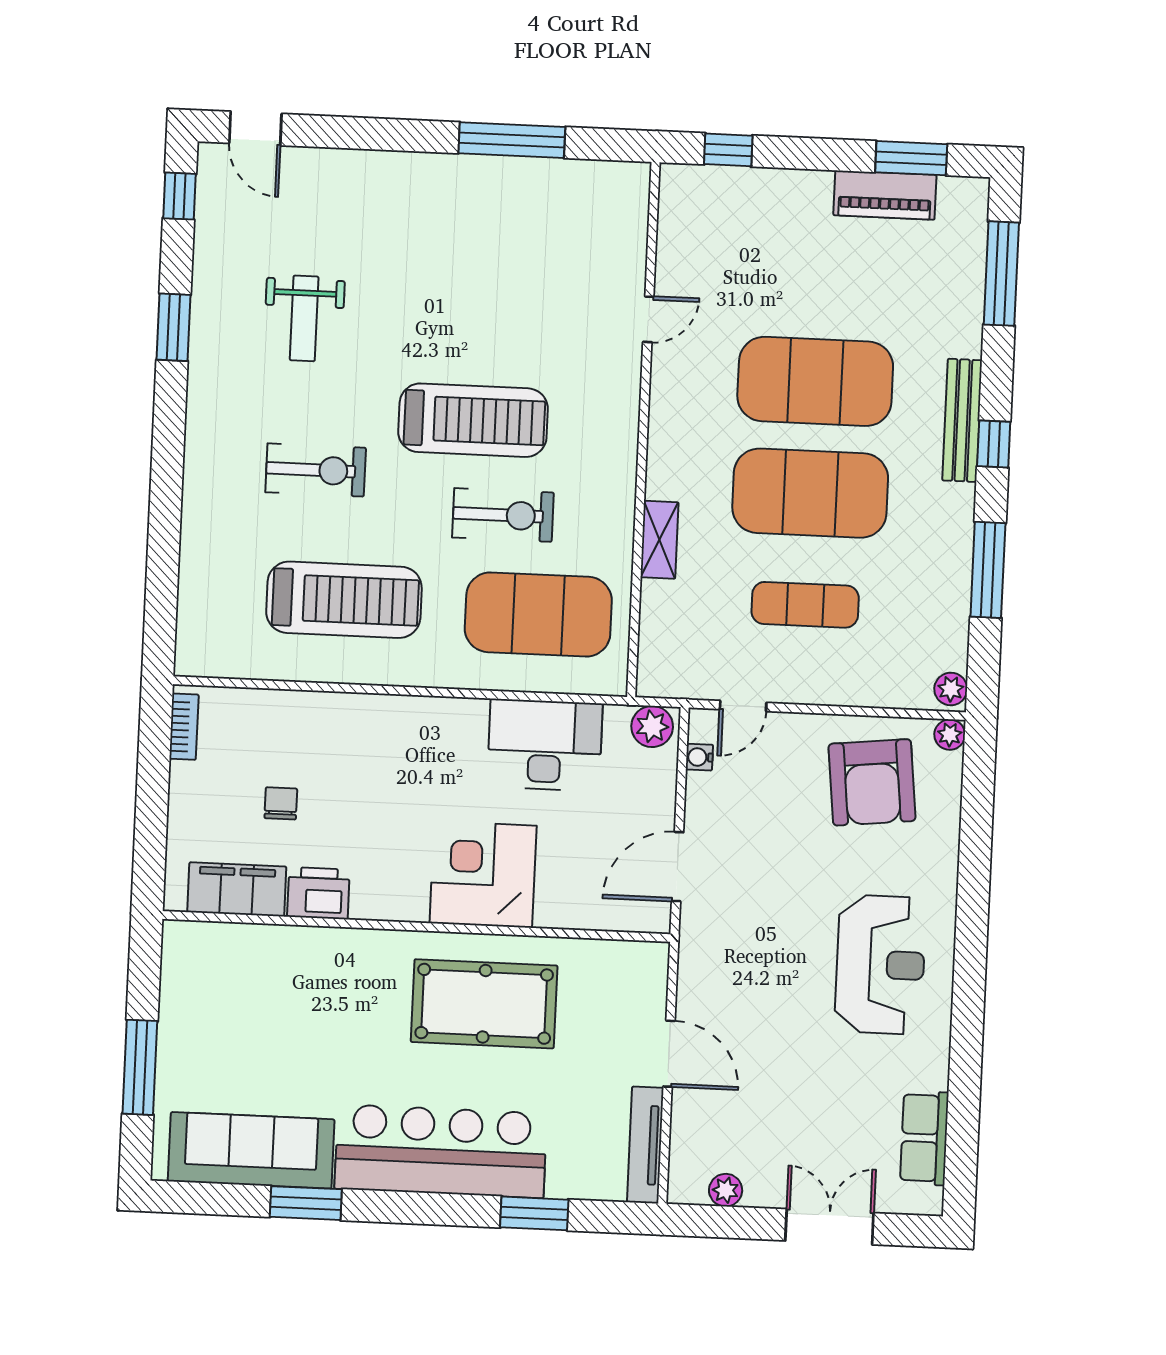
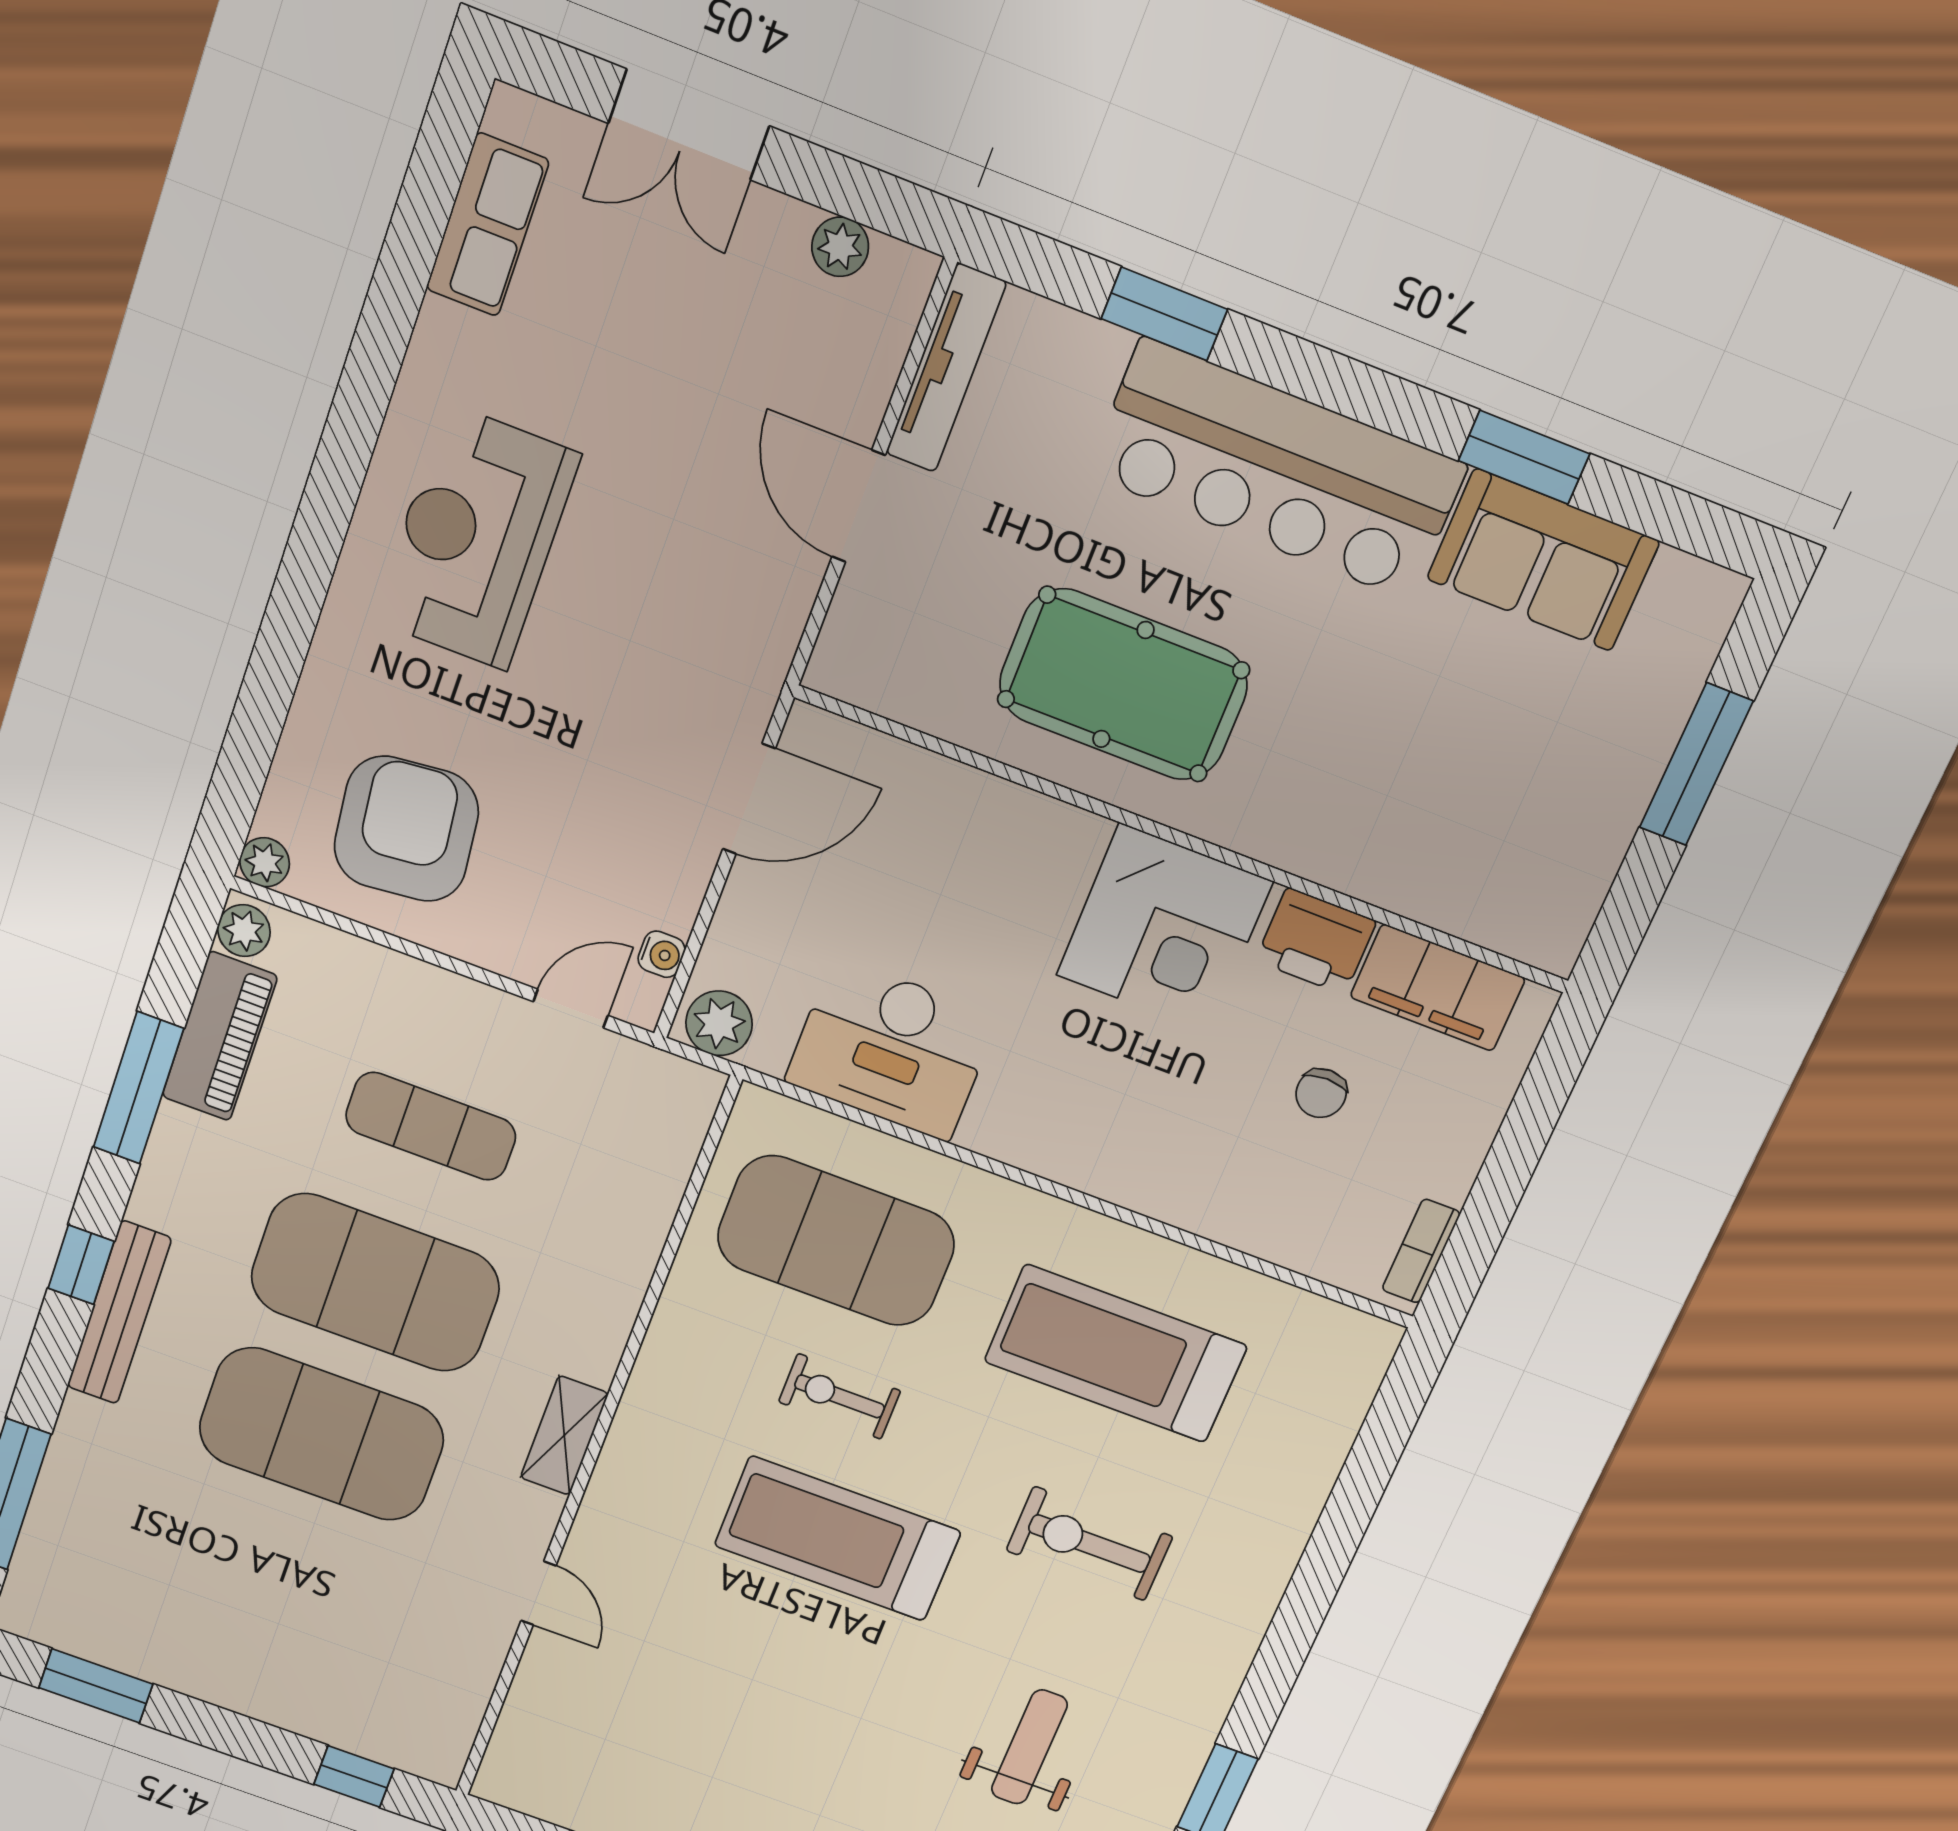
piano: (885, 195) -> (220, 1036), moved, turned 90
door: (648, 319) -> (538, 1593), swing flipped
exercise bike: (503, 515) -> (840, 1396), width x0.73, depth x0.72
shelving: (659, 540) -> (564, 1435), moved
corner desk: (483, 874) -> (1164, 928), moved
sofa: (251, 1150) -> (1543, 560), width x0.73

